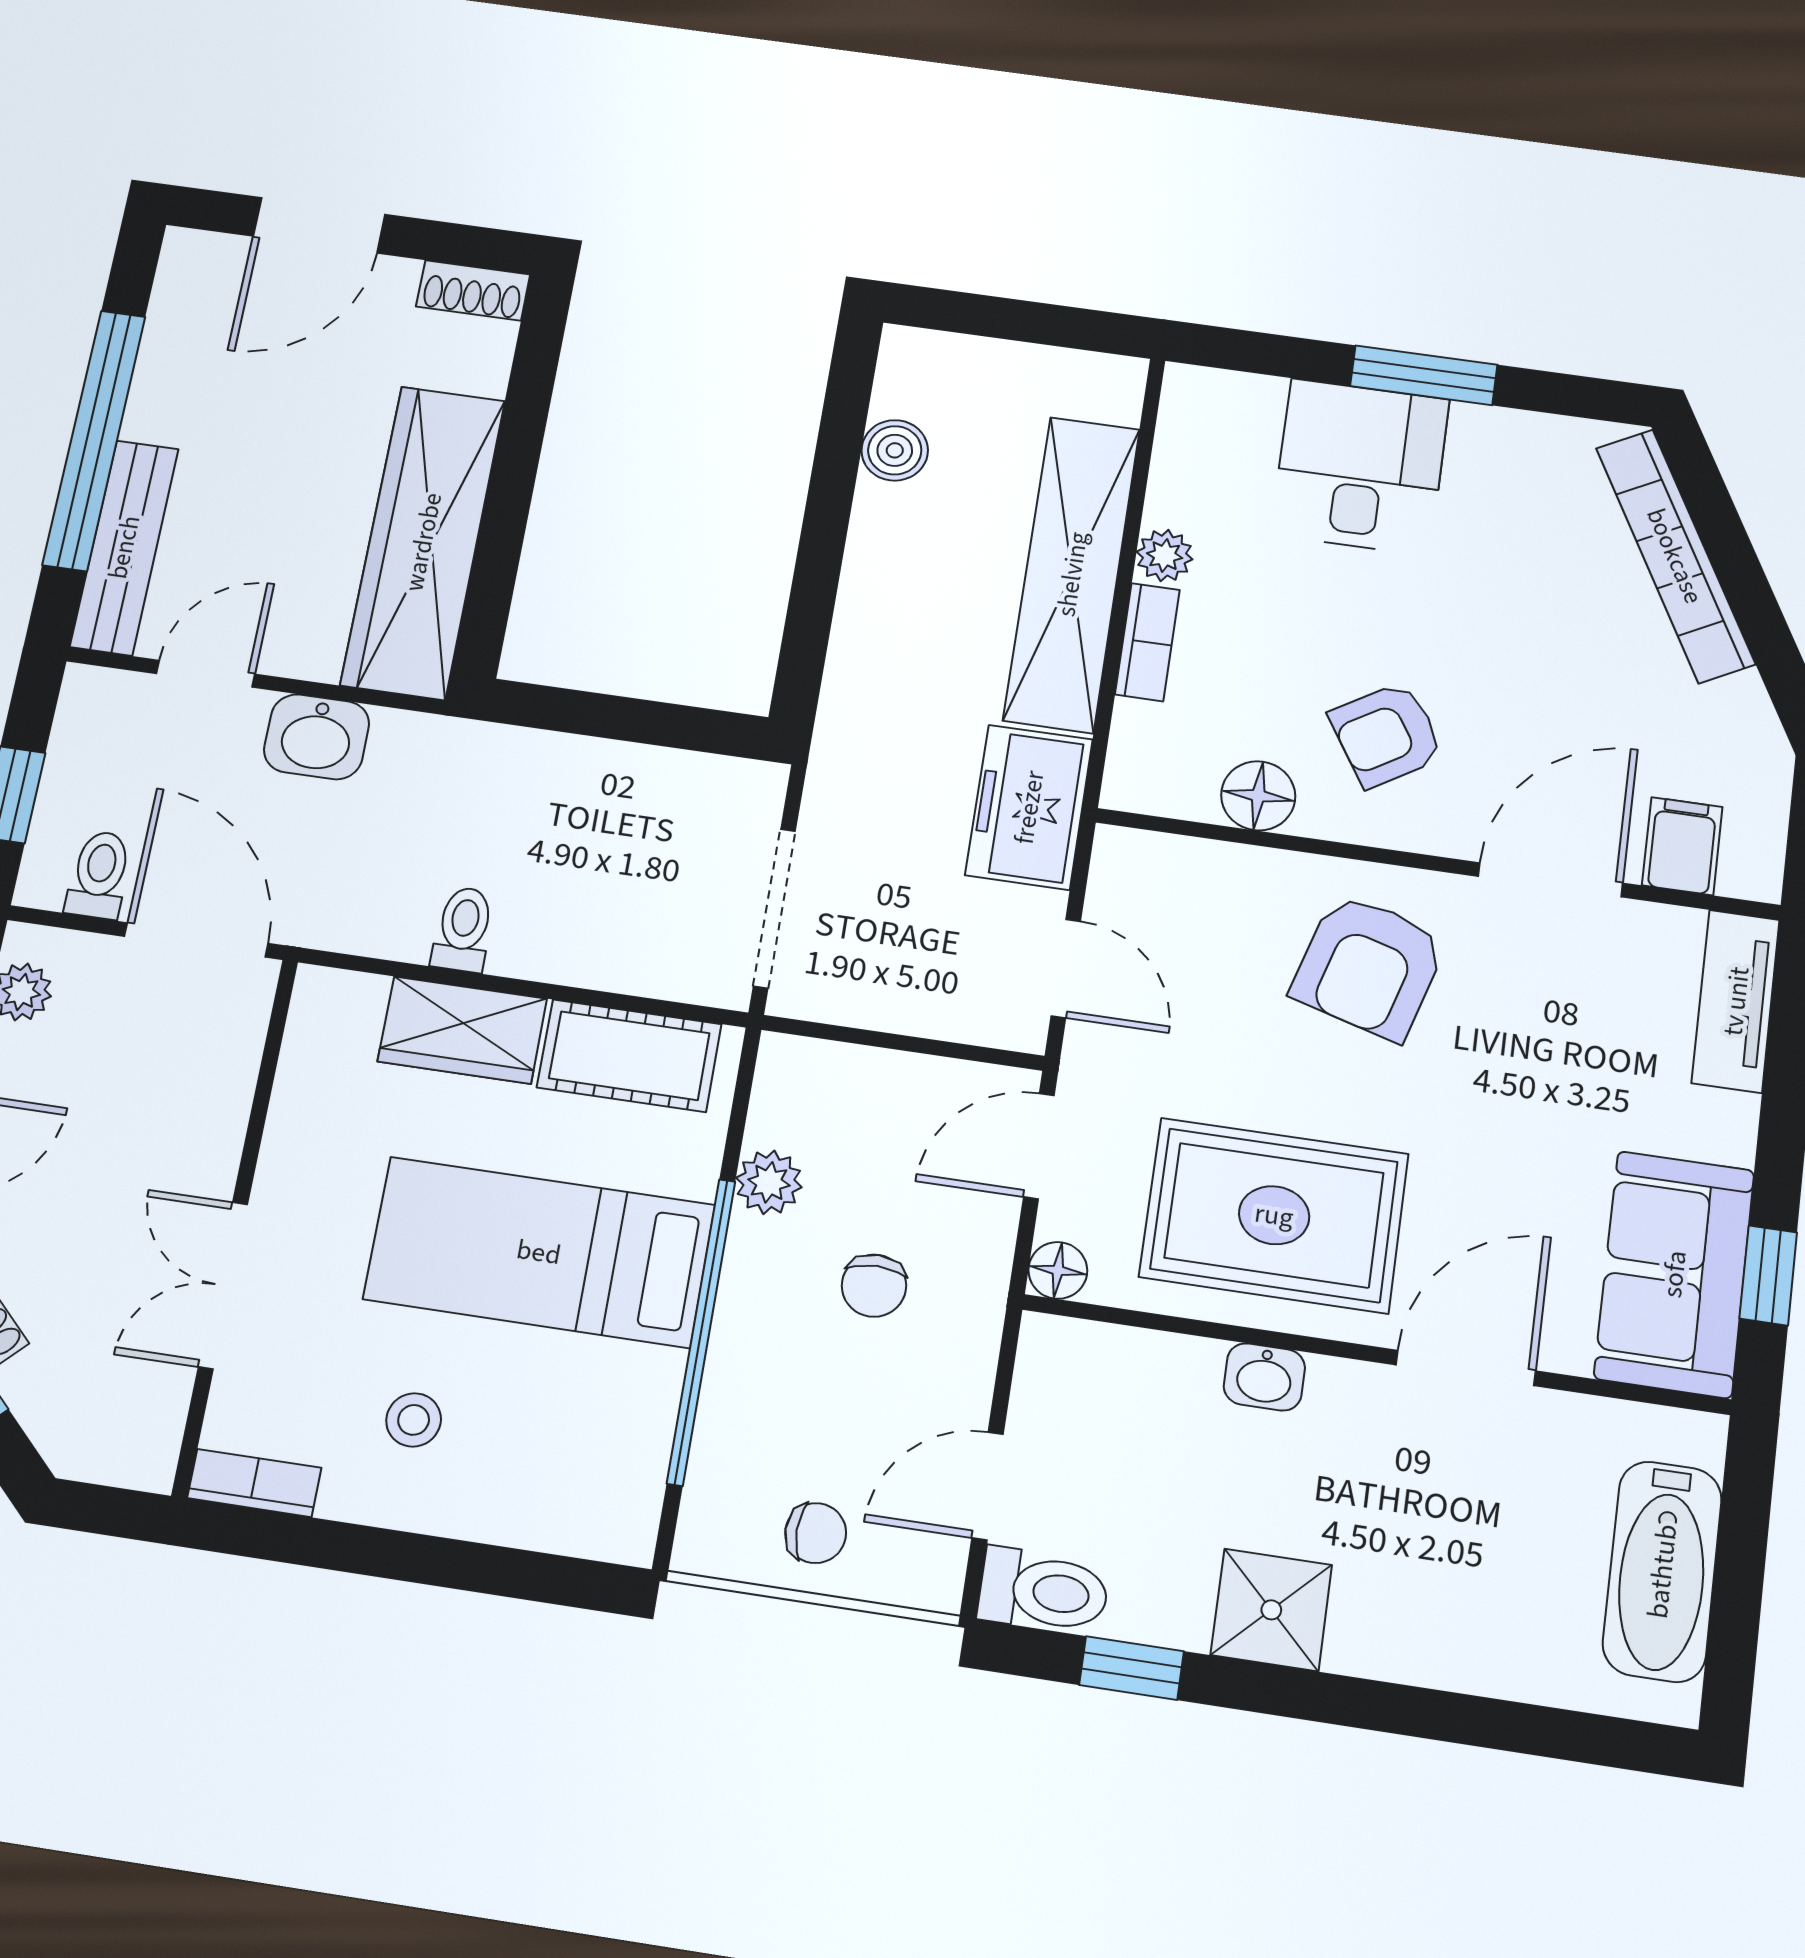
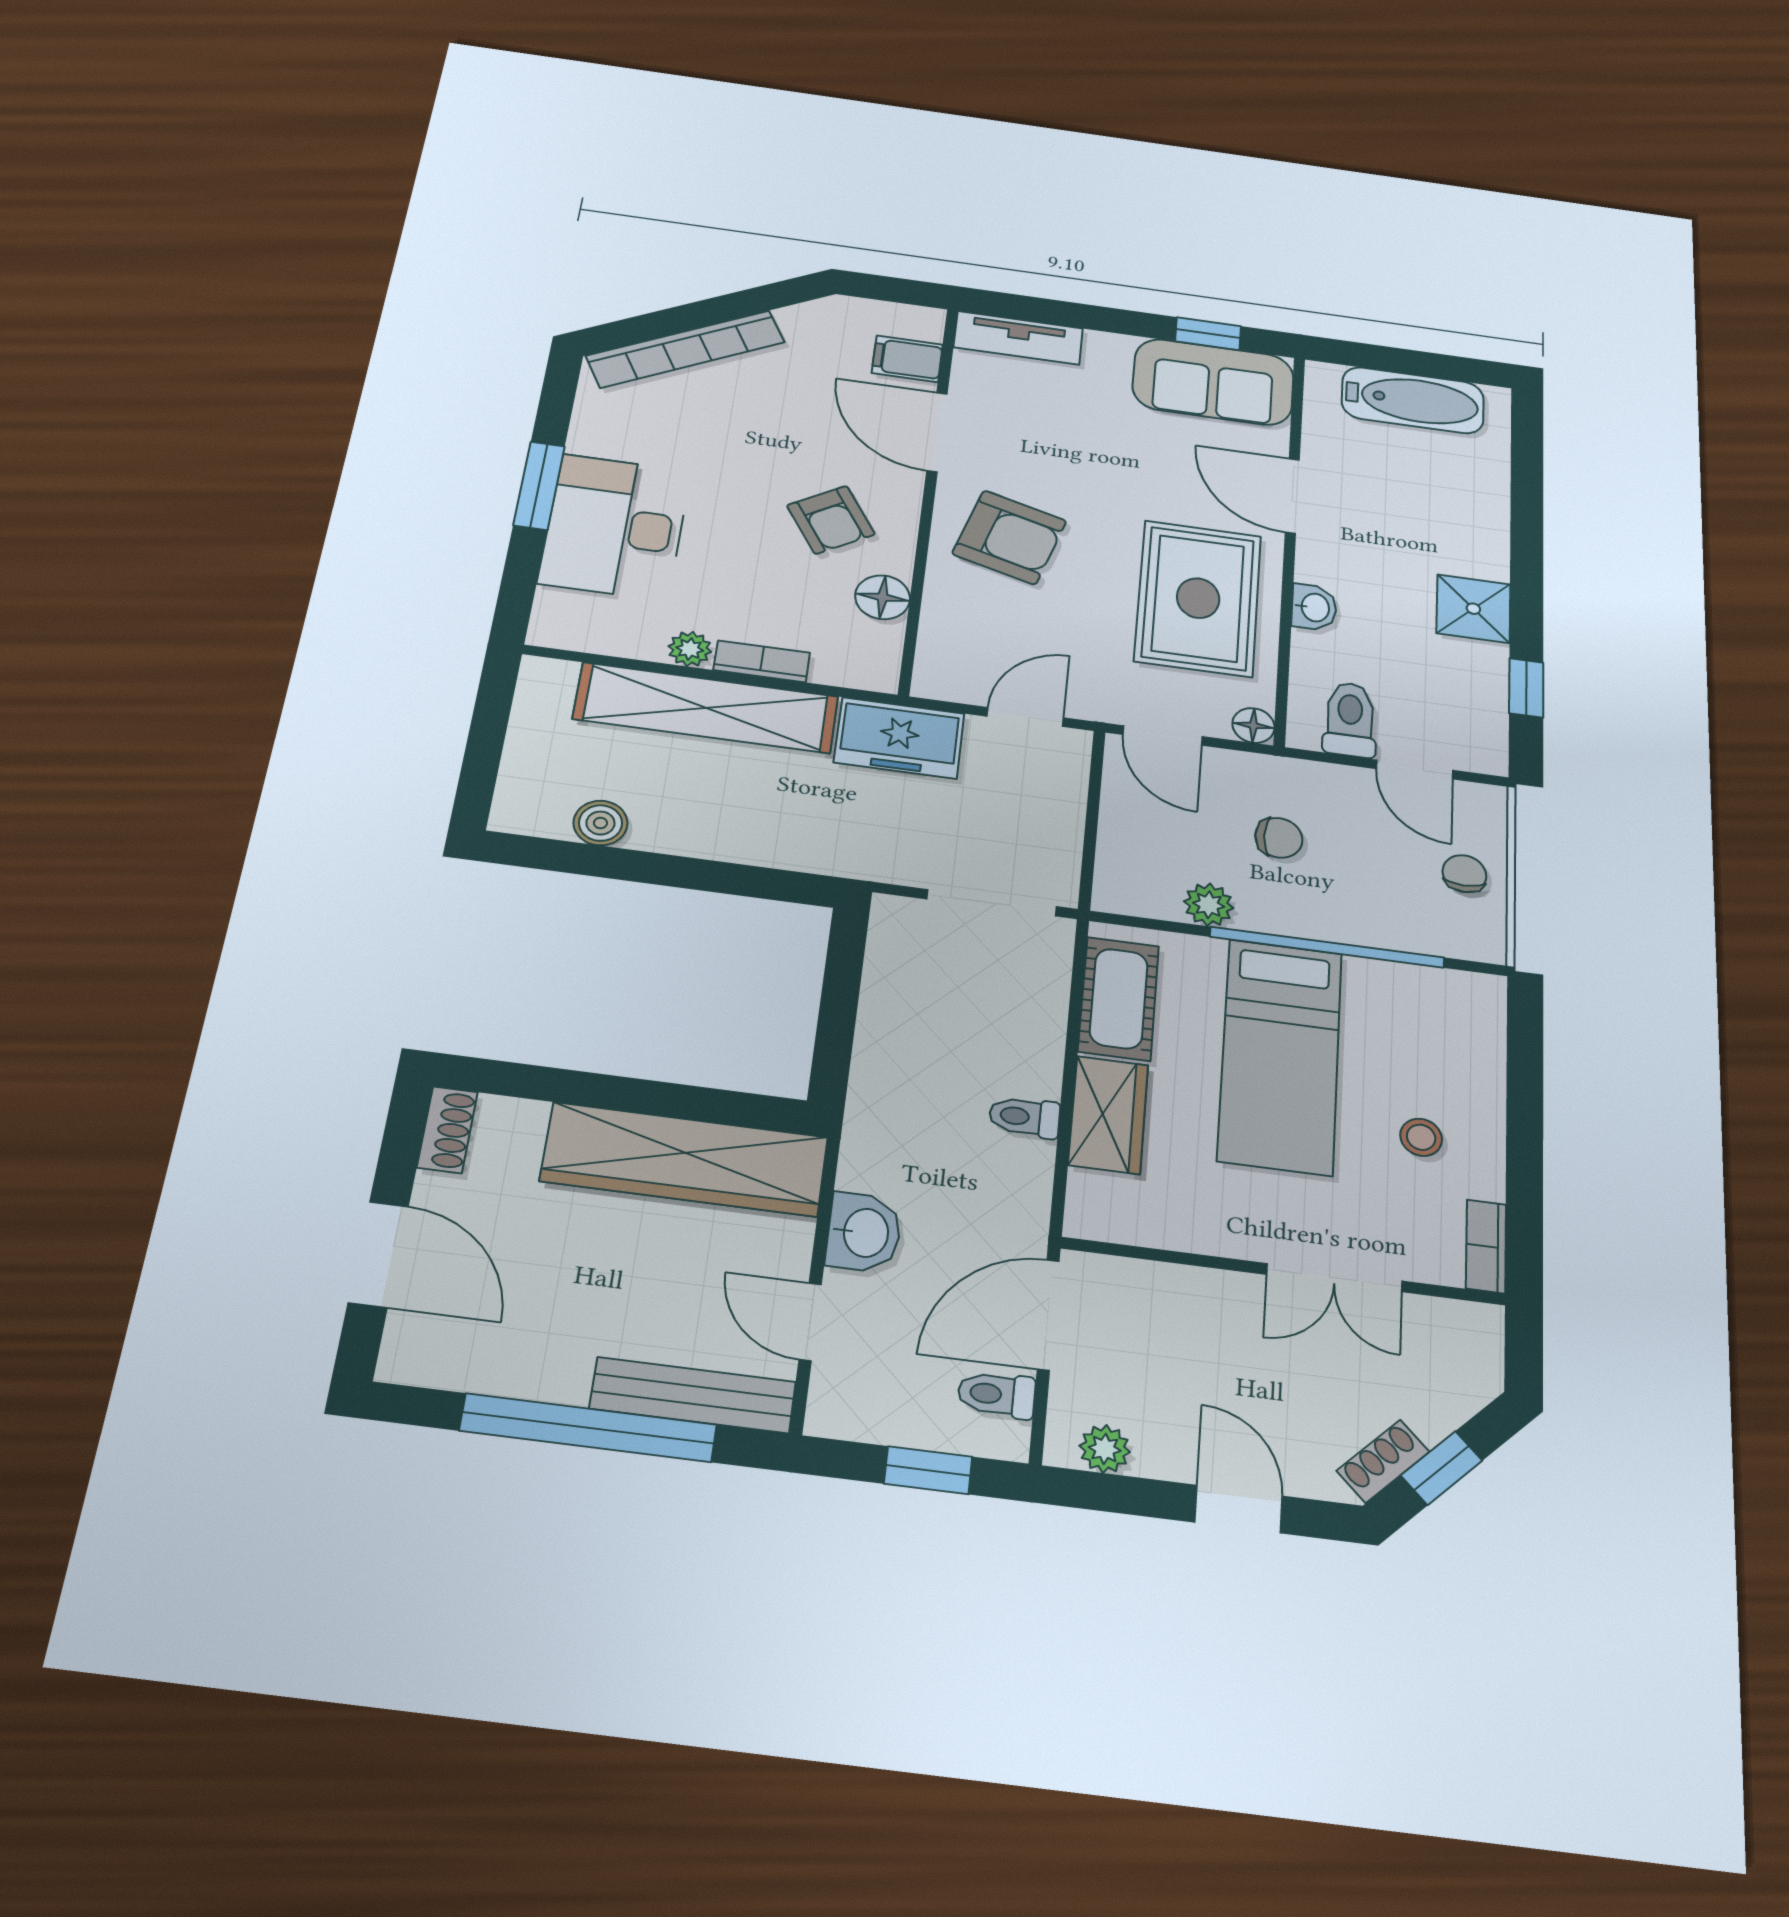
desk: (1360, 467) -> (615, 527), width x1.37
toilet: (1044, 1591) -> (1350, 719), moved

